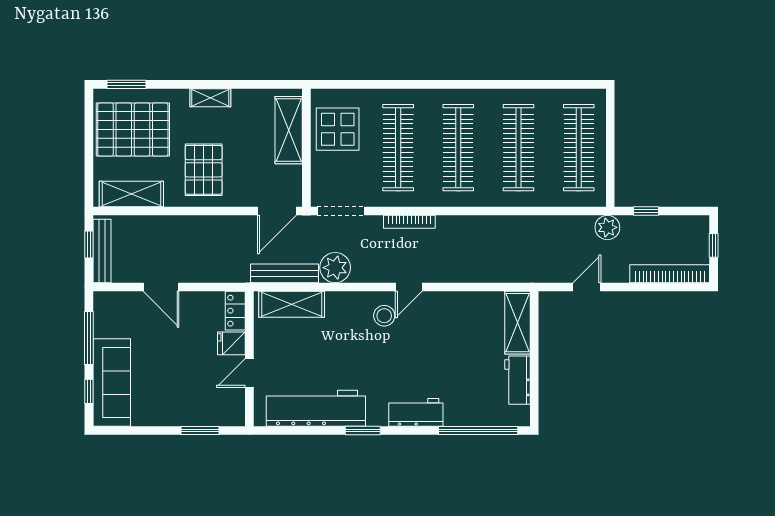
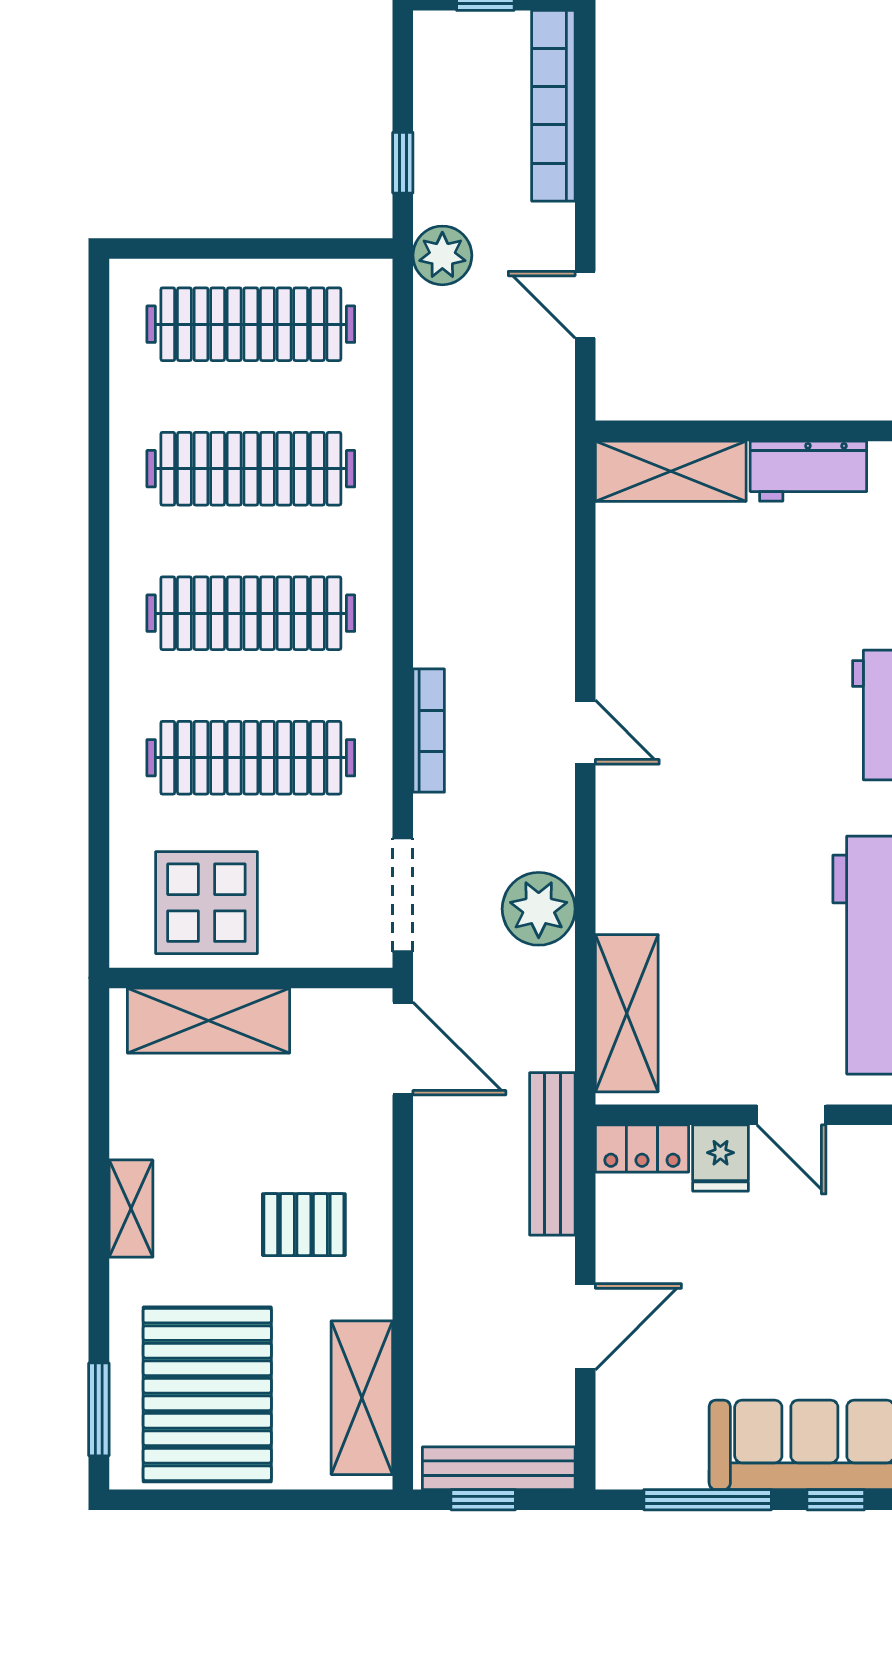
pallet: (204, 170) -> (304, 1225), width x0.67, depth x0.71
bench: (284, 273) -> (552, 1154), moved
stool: (384, 316) -> (654, 791), removed

